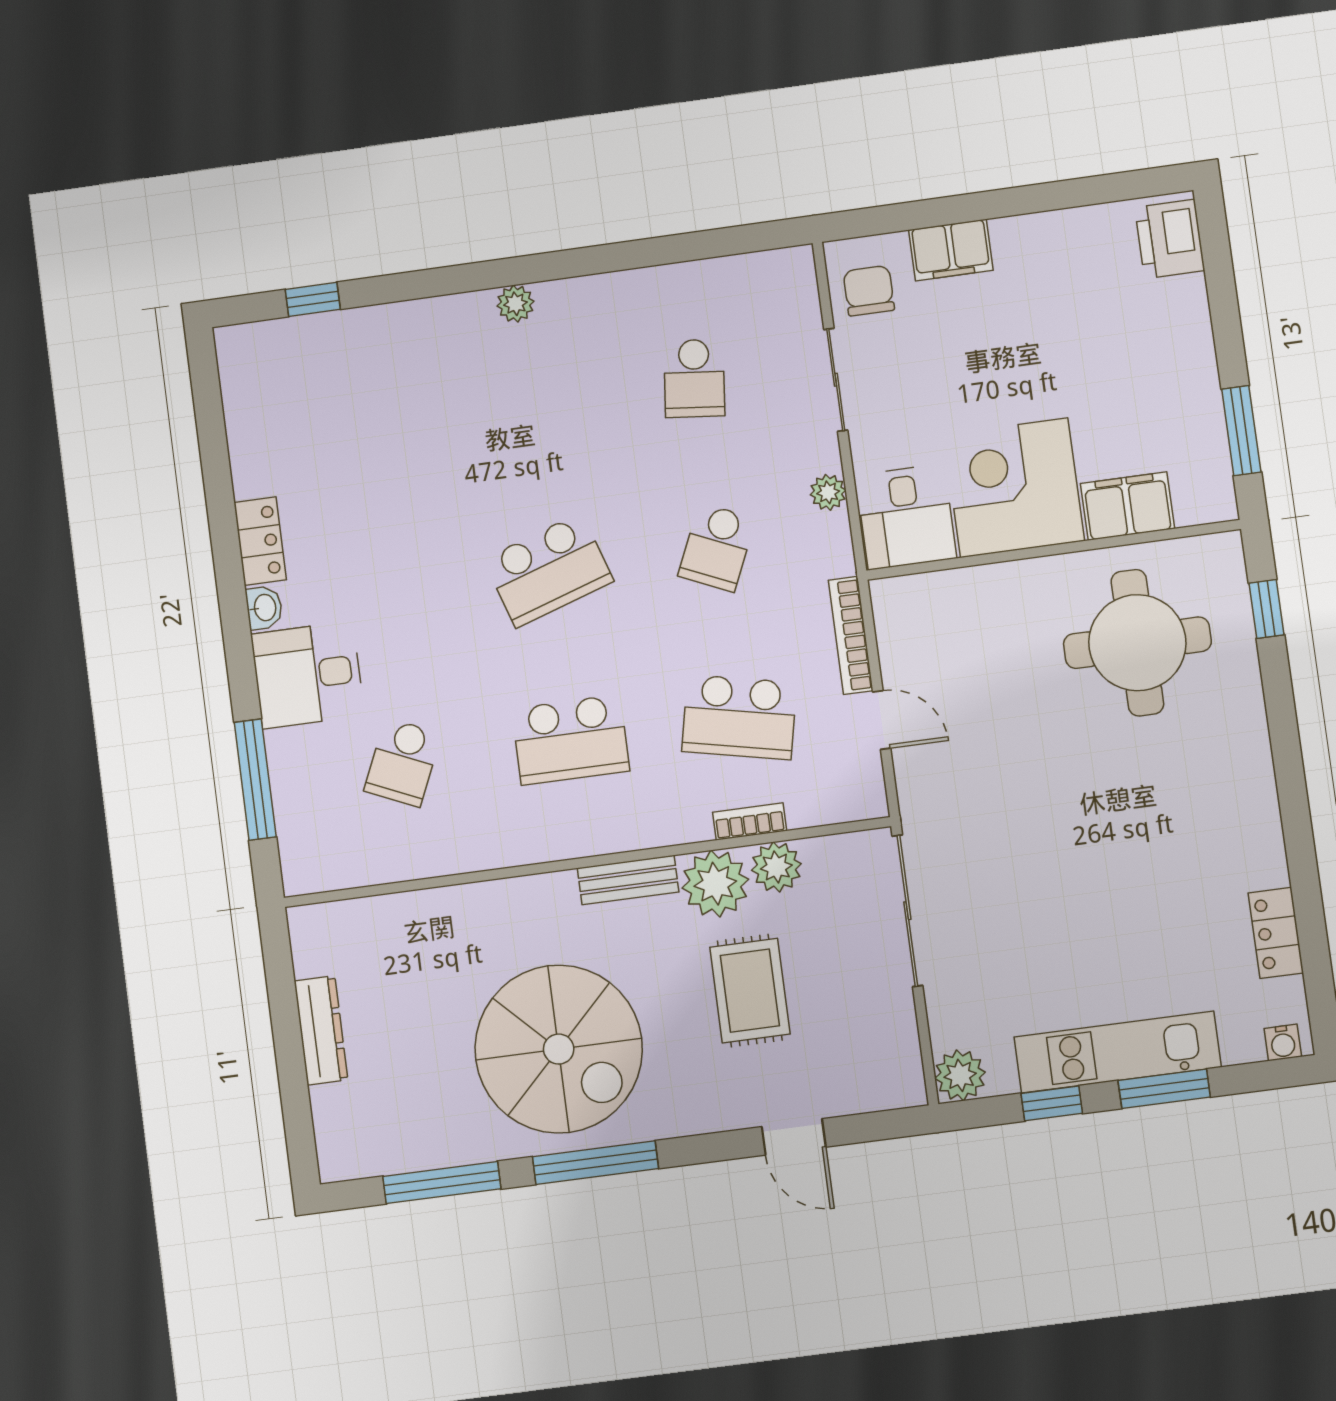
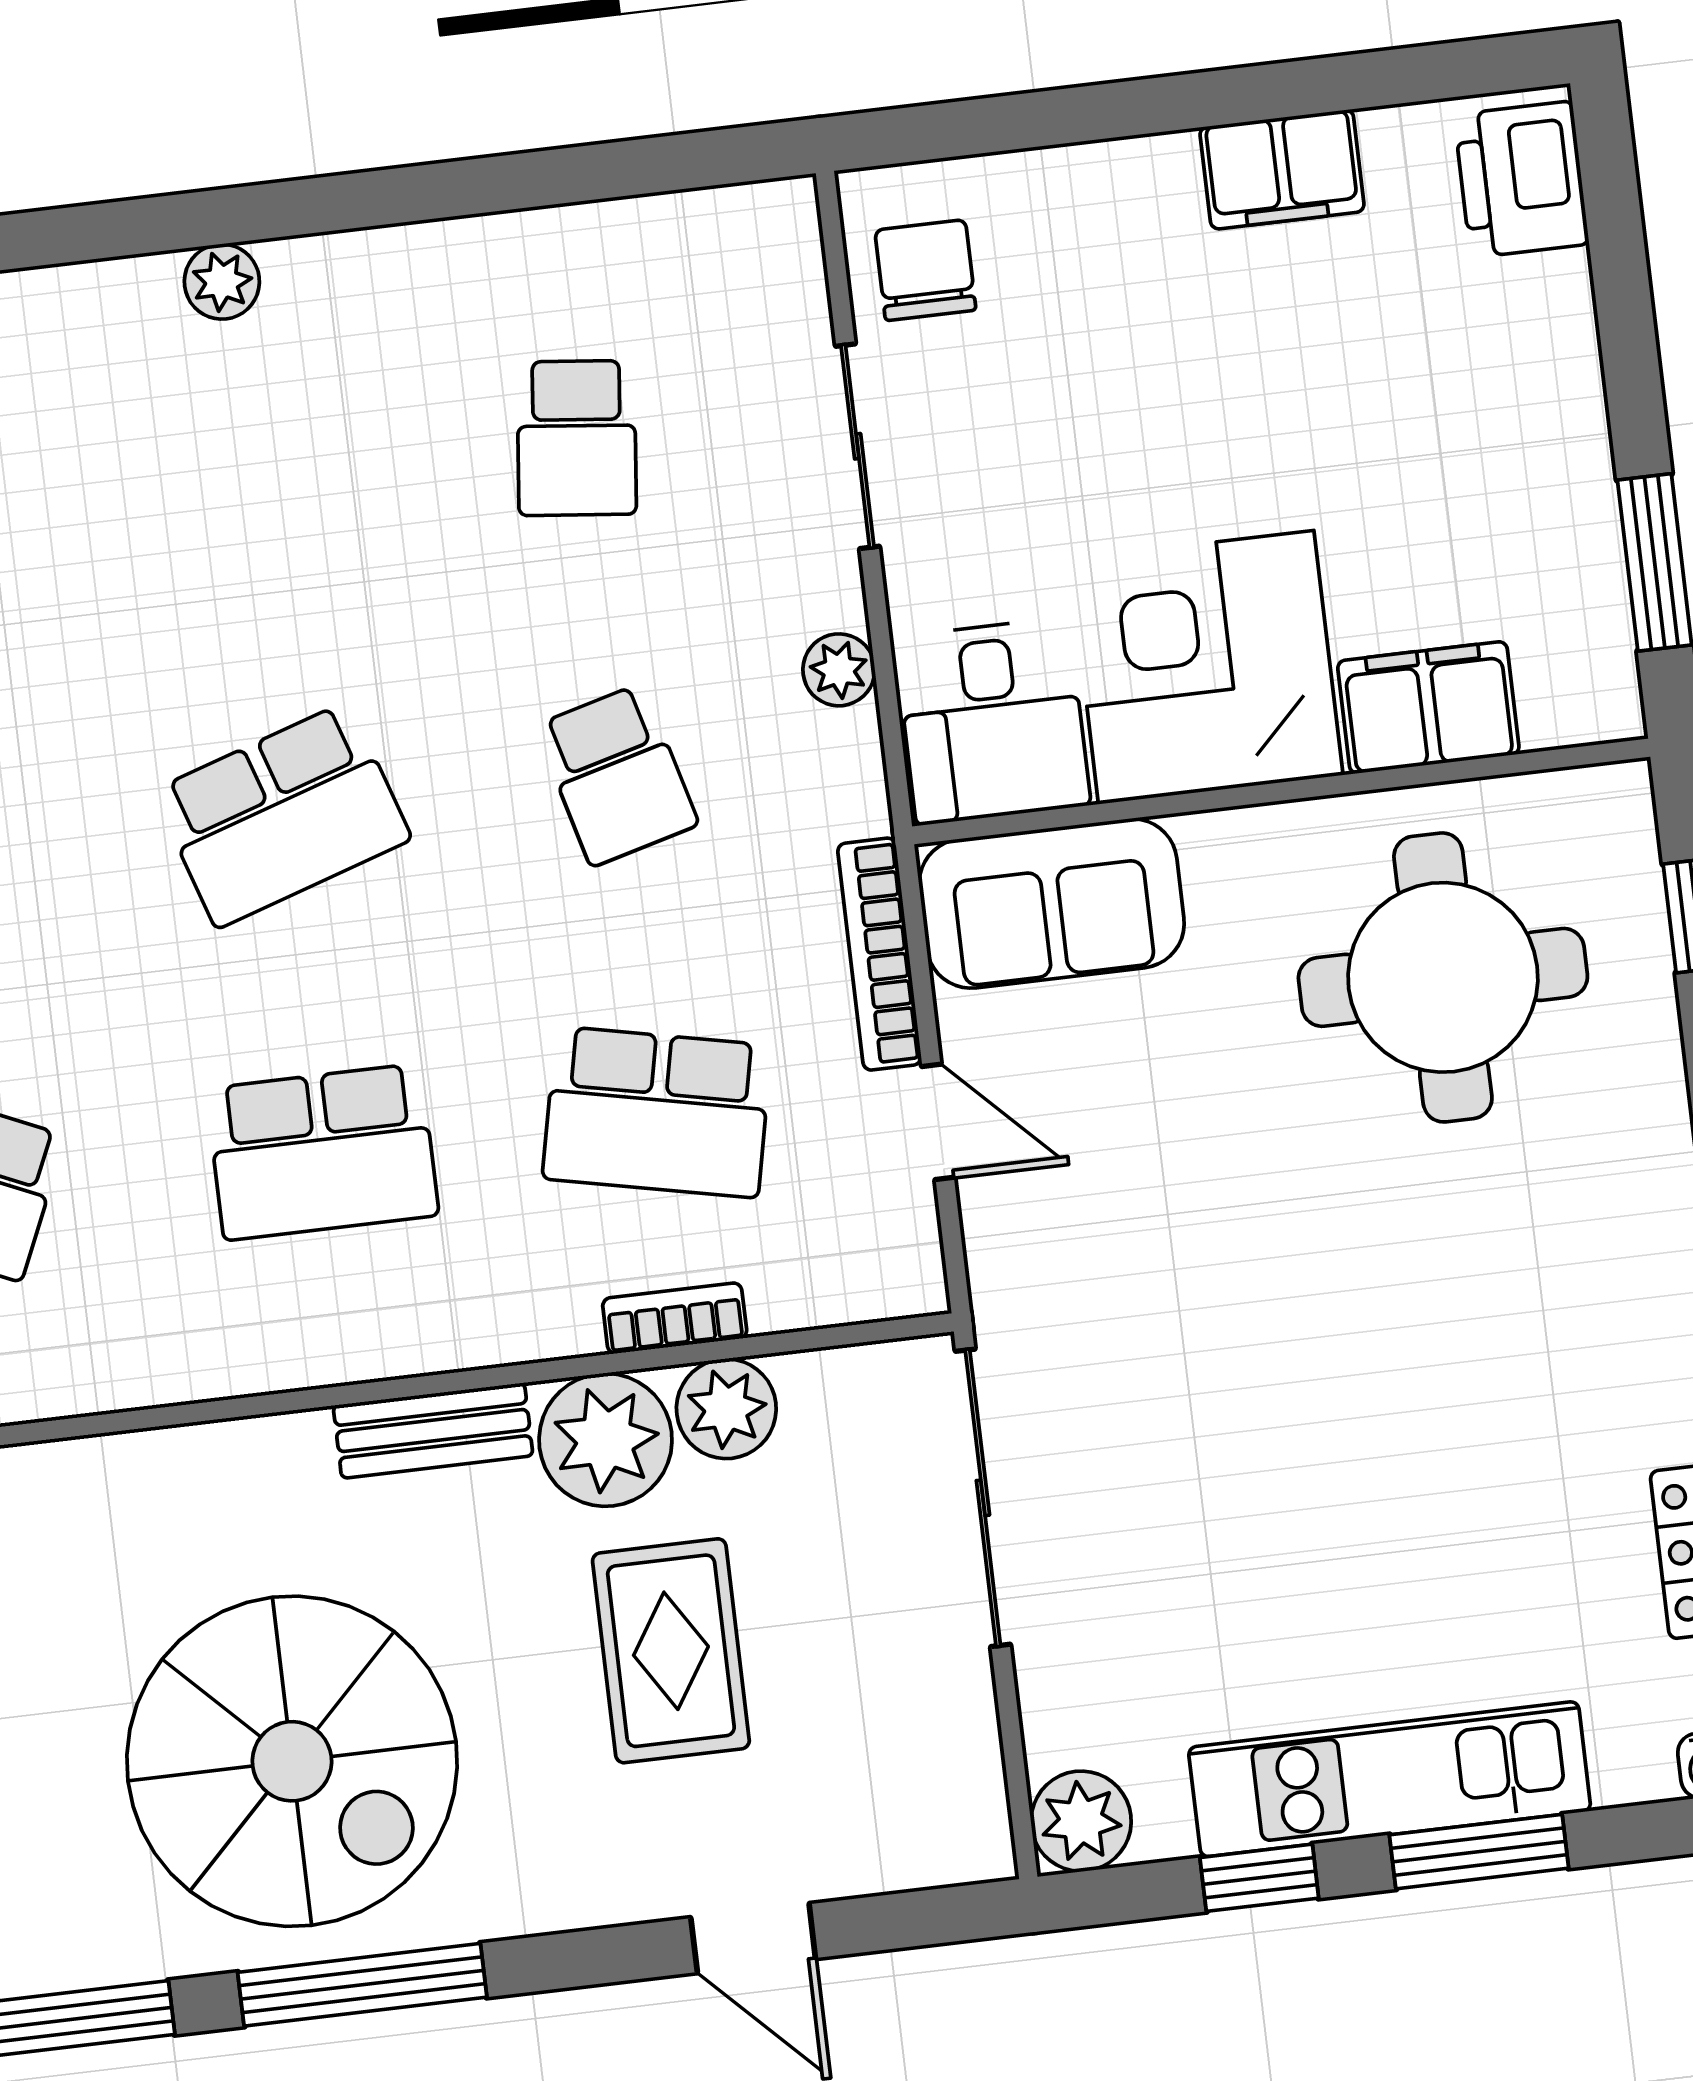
filing cabinet: (951, 250) -> (1282, 169), moved
school desk: (717, 547) -> (617, 775), turned -39
sofa: (938, 608) -> (1052, 903), added

